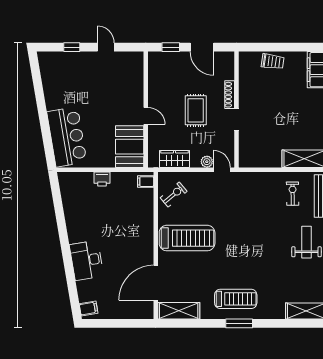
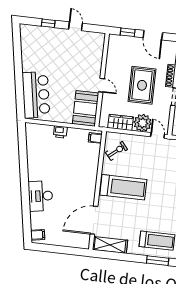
rug: (196, 110) -> (142, 85), width x1.36, depth x1.43
plant: (207, 162) -> (143, 123), width x1.87, depth x1.87

